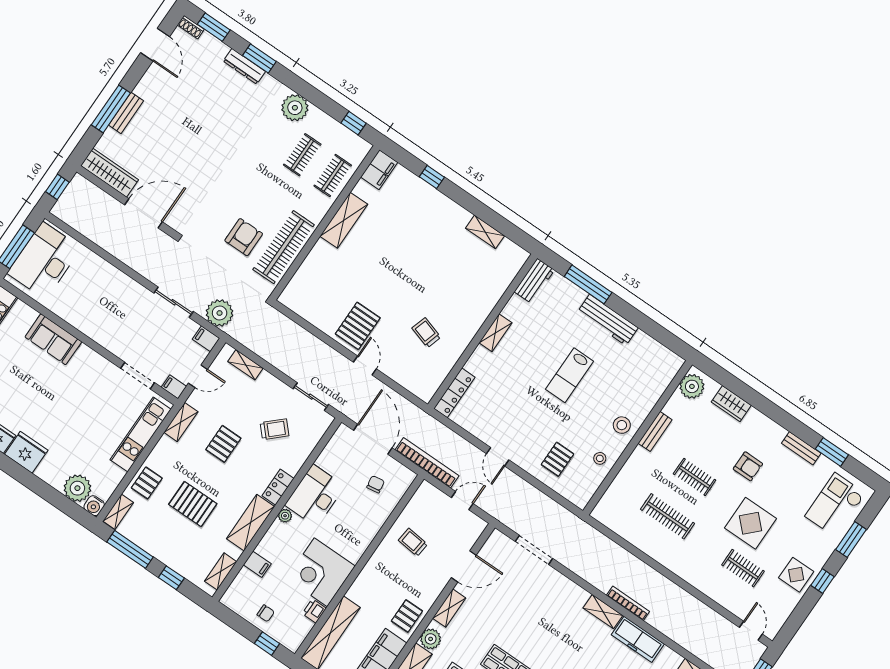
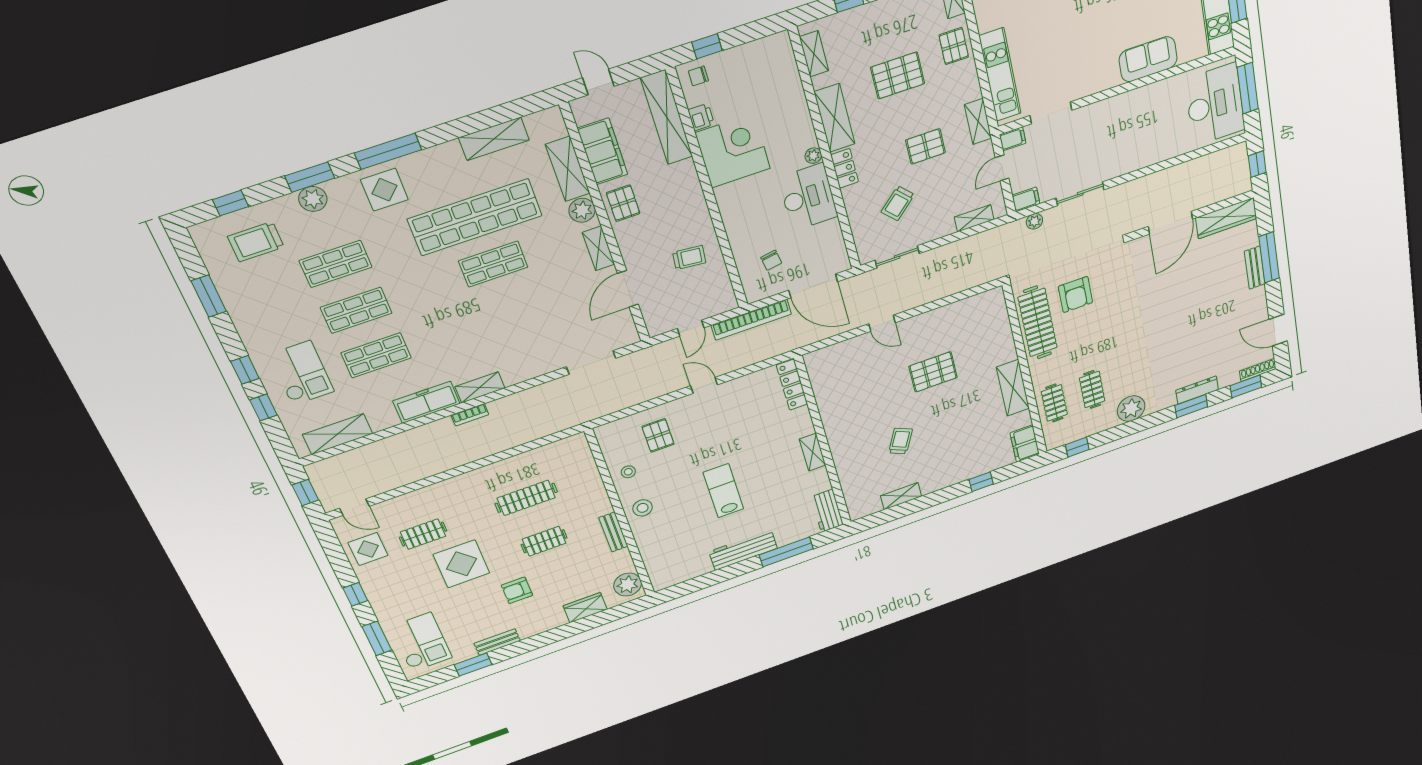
shoe rack: (191, 27) -> (1258, 370), width x1.43
plant: (220, 313) -> (1034, 221), width x0.53, depth x0.53
pallet: (358, 326) -> (933, 372), moved, turned 90
trolley: (426, 333) -> (901, 441), moved, turned -81
pallet: (223, 444) -> (926, 146), turned 90
filing cabinet: (257, 564) -> (791, 95), removed
display table: (796, 575) -> (368, 549), moved
bookcase: (628, 603) -> (470, 415), width x0.64
chair: (266, 613) -> (698, 76), moved

